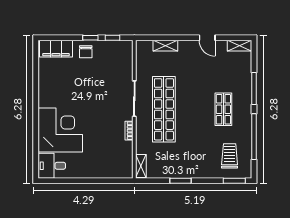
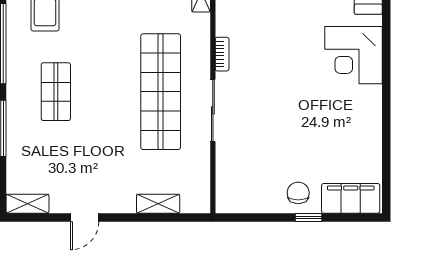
window: (90, 38) -> (308, 218), moved
window: (112, 38) -> (251, 218), removed
door: (207, 38) -> (85, 218), swing flipped
corner desk: (60, 130) -> (354, 55), width x0.74, depth x0.74

